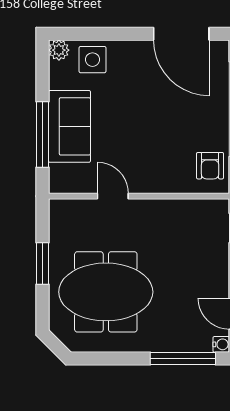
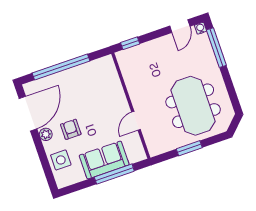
plant: (59, 50) -> (46, 134), moved
armchair: (210, 166) -> (71, 129), moved, turned -90

